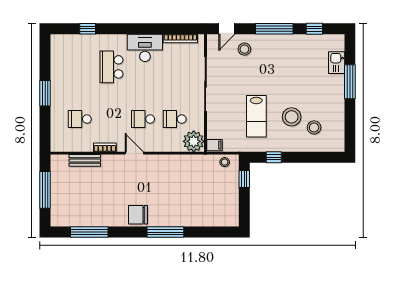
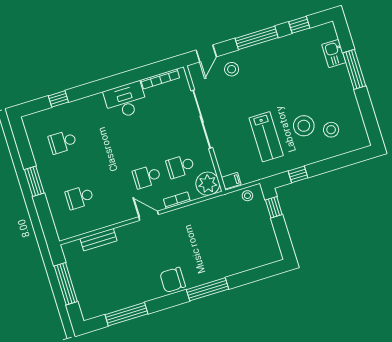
school desk: (111, 67) -> (63, 142), moved, width x0.54
bookcase: (105, 147) -> (177, 200), moved

